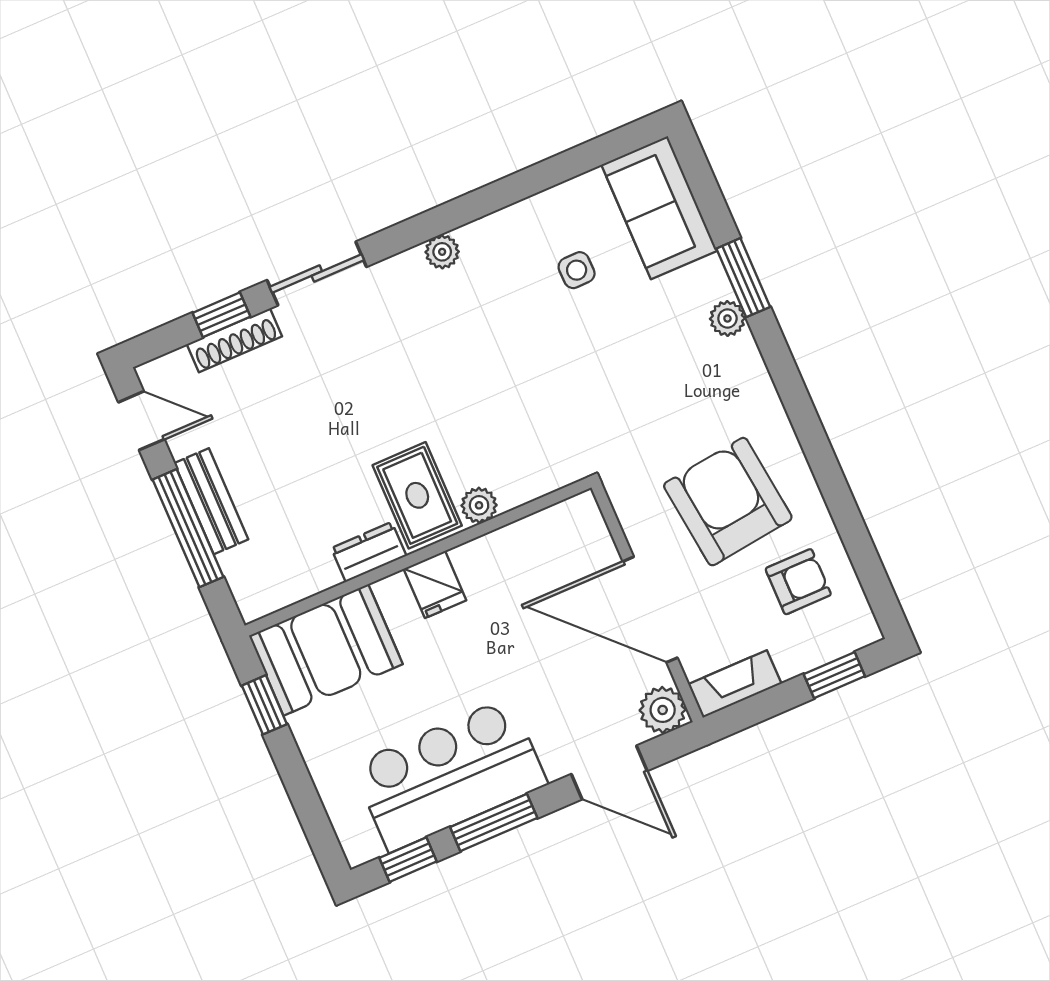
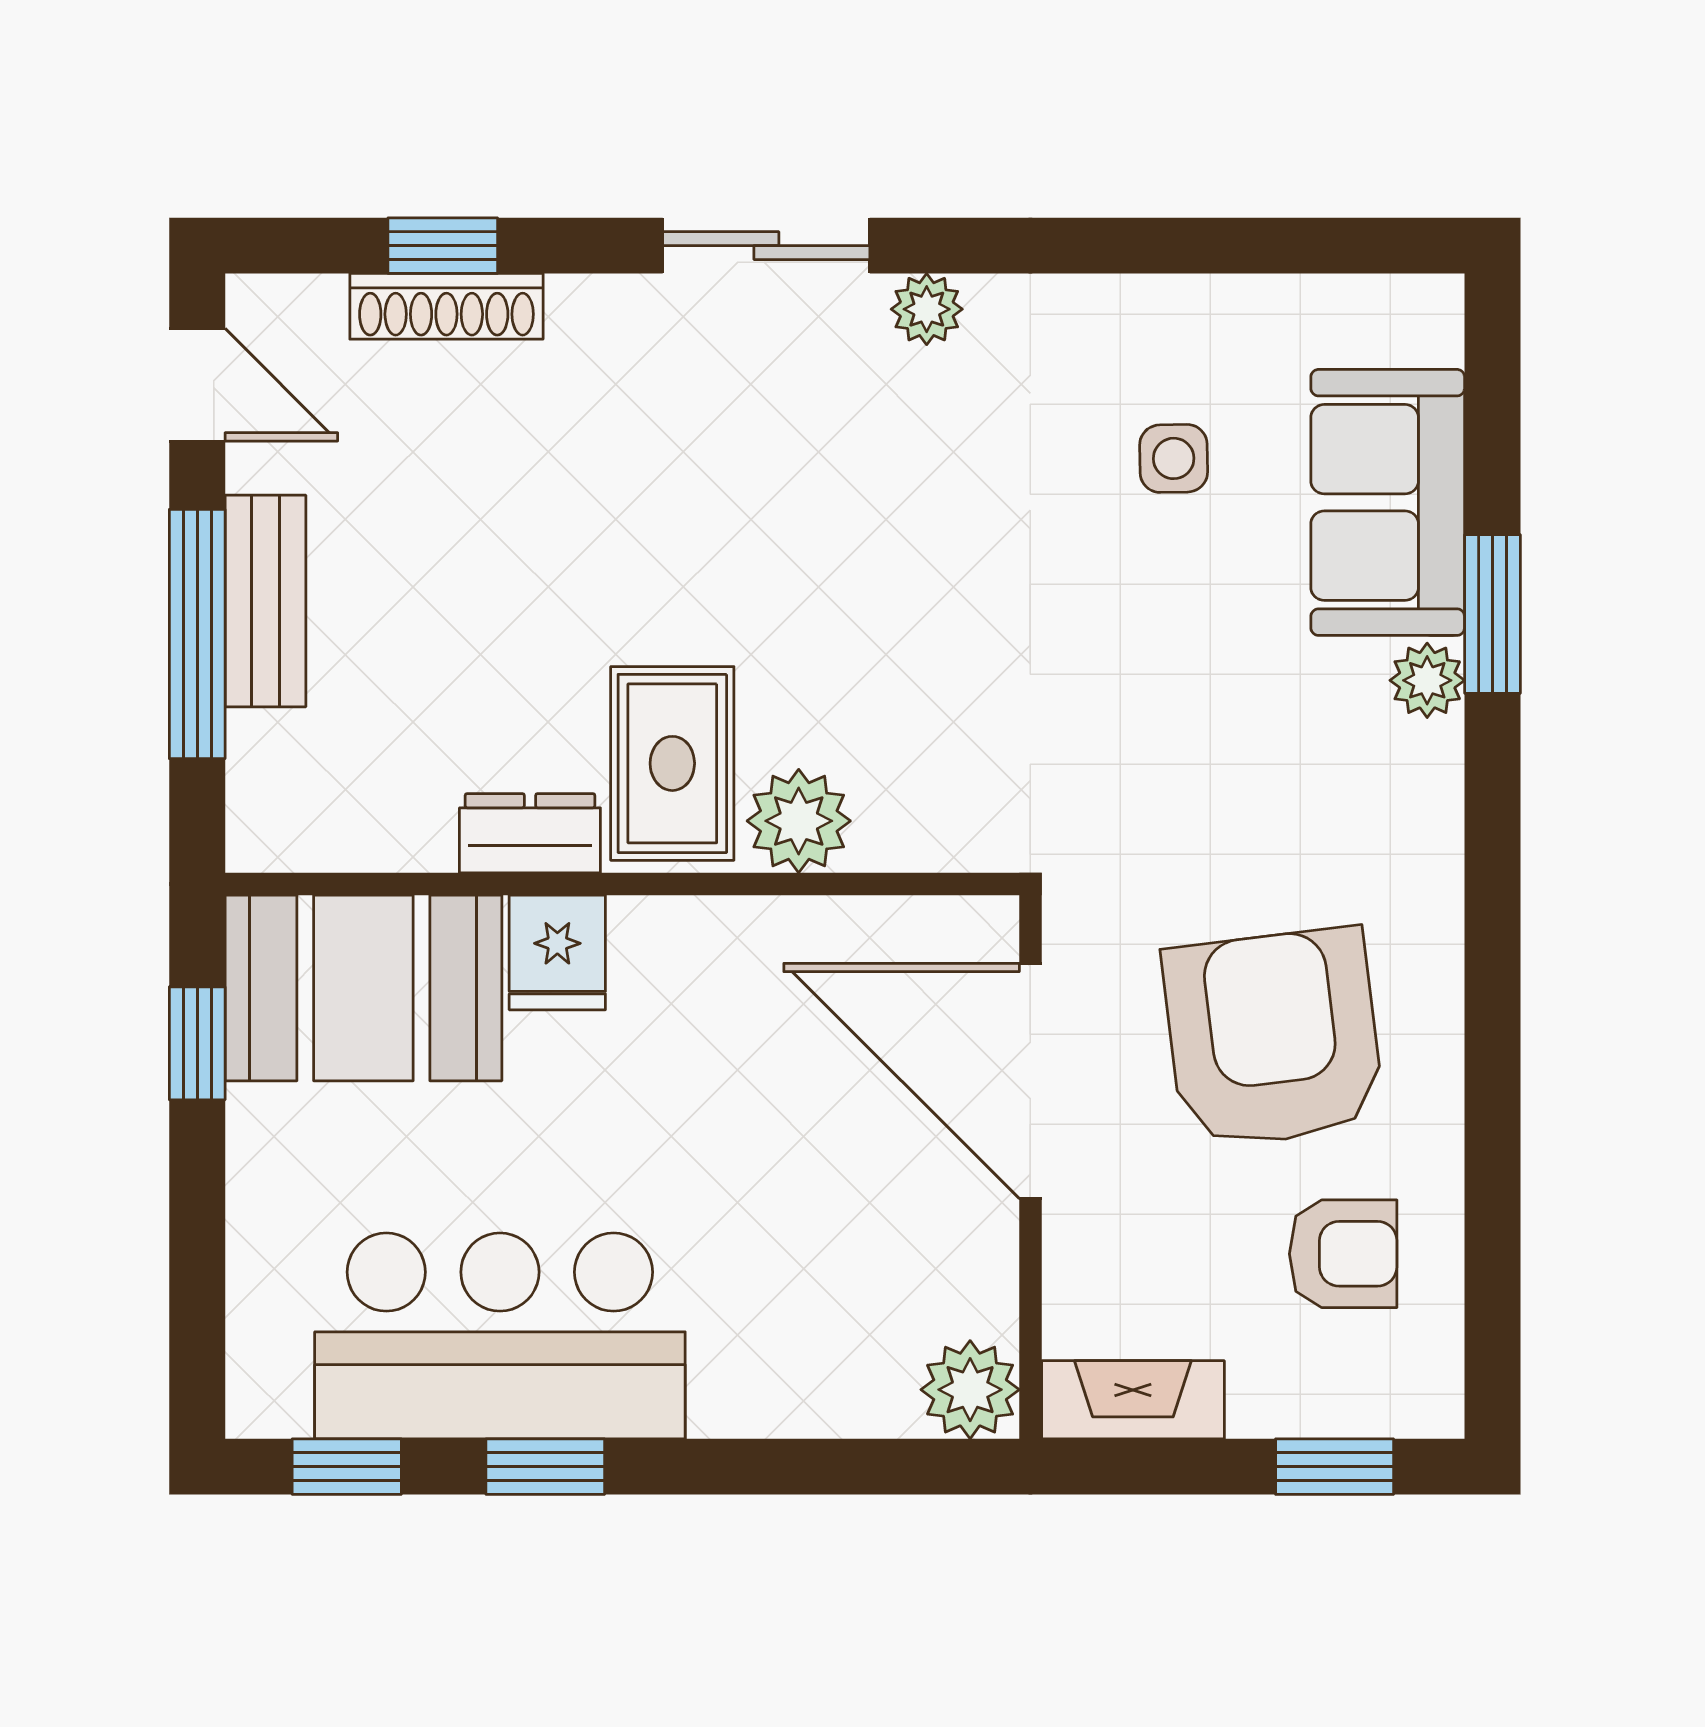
sofa: (659, 208) -> (1388, 502), moved
sliding door: (317, 273) -> (766, 246), moved
plant: (479, 505) -> (799, 821), width x1.38, depth x1.38
fridge: (435, 584) -> (557, 952), moved
door: (650, 610) -> (1030, 1081), moved
door: (609, 773) -> (813, 1467), removed
window: (494, 823) -> (545, 1467), width x0.67

